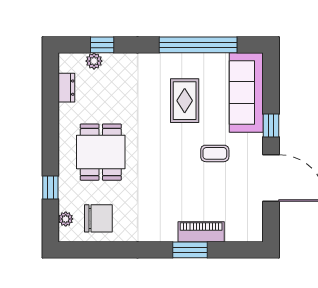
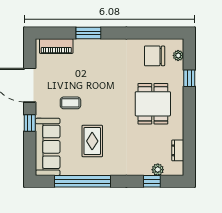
piano: (201, 232) -> (56, 46), moved

